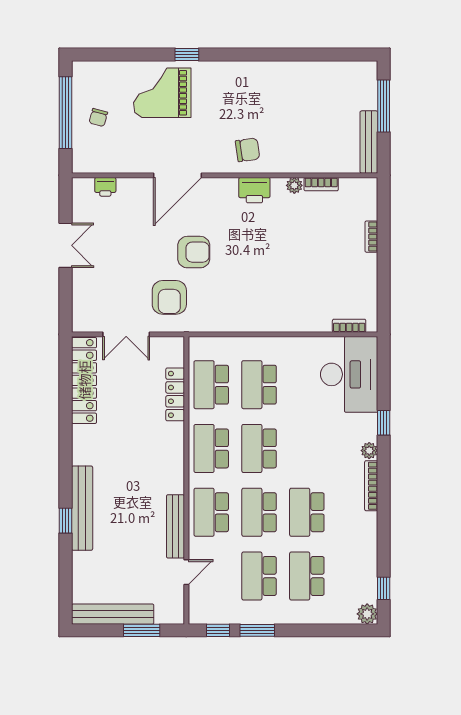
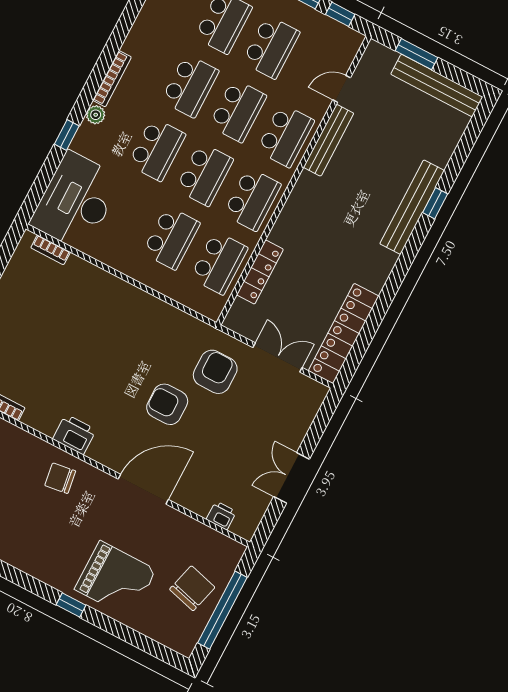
chair: (98, 117) -> (192, 588), width x1.87, depth x1.87
plant: (294, 185) -> (32, 418), removed
school desk: (307, 448) -> (157, 149), added

